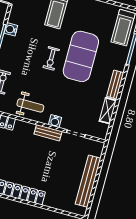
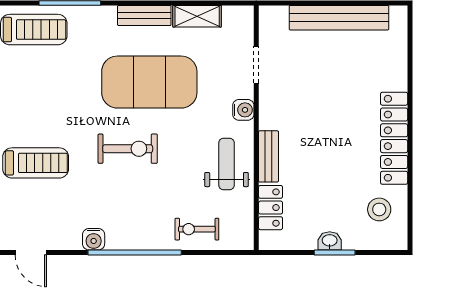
exercise mat: (81, 56) -> (149, 82), moved
exercise bike: (51, 58) -> (128, 149), width x1.38, depth x1.39
bench: (48, 133) -> (268, 156), moved

